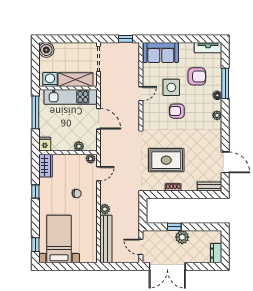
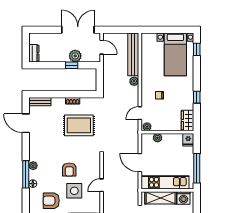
window: (225, 83) -> (26, 174), moved
armchair: (177, 111) -> (69, 170), turned 90
plant: (182, 237) -> (75, 56), moved
dresser: (216, 253) -> (34, 53), moved

